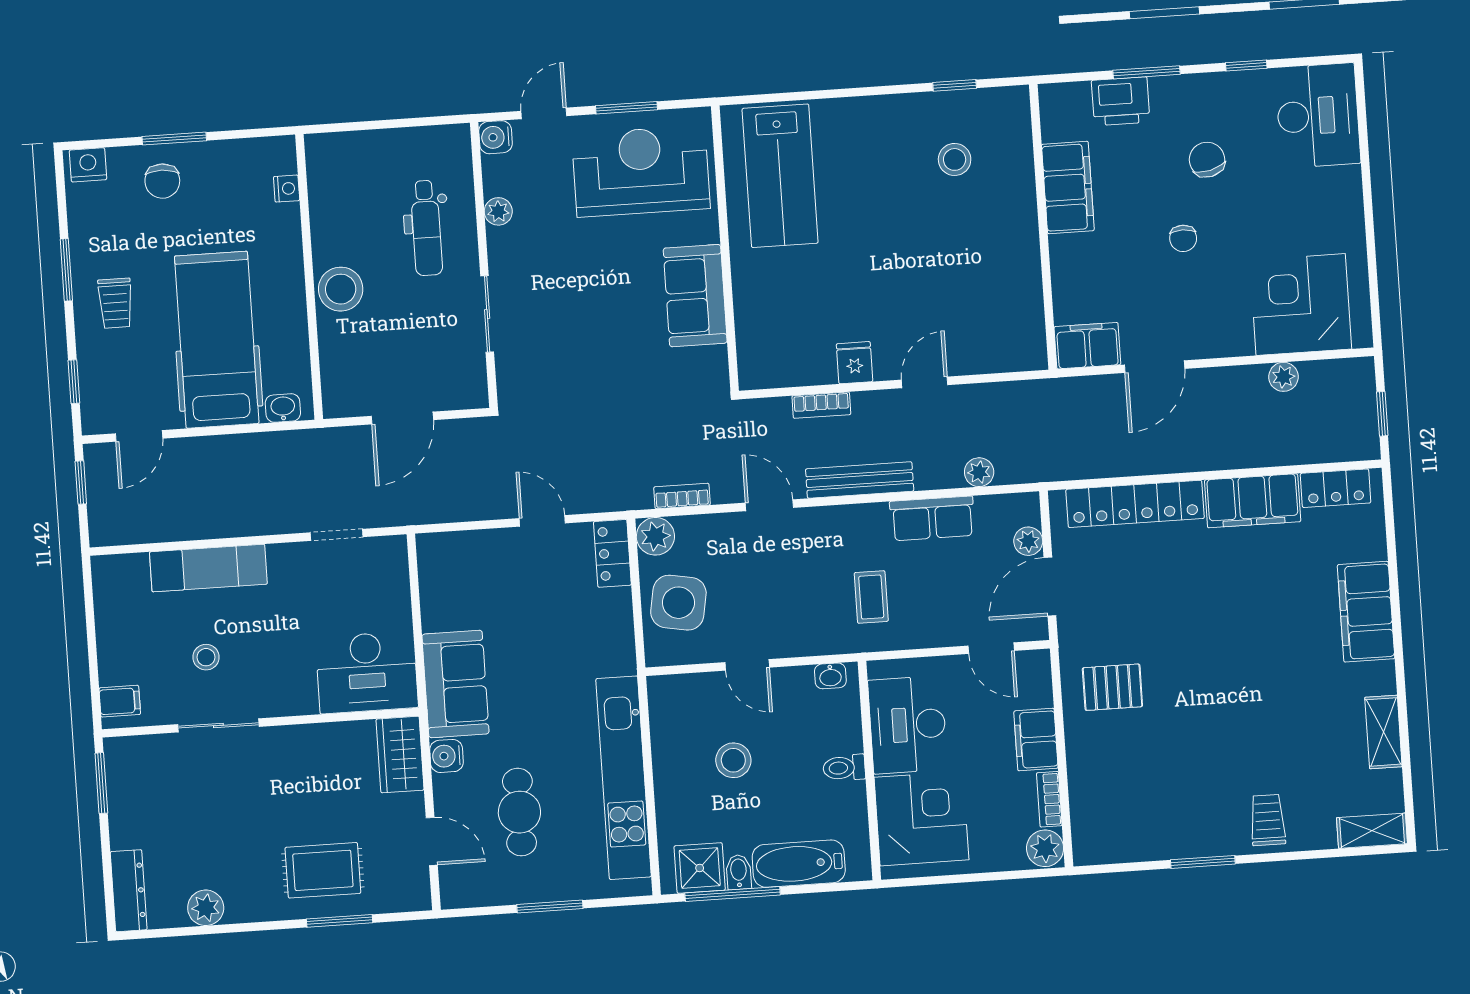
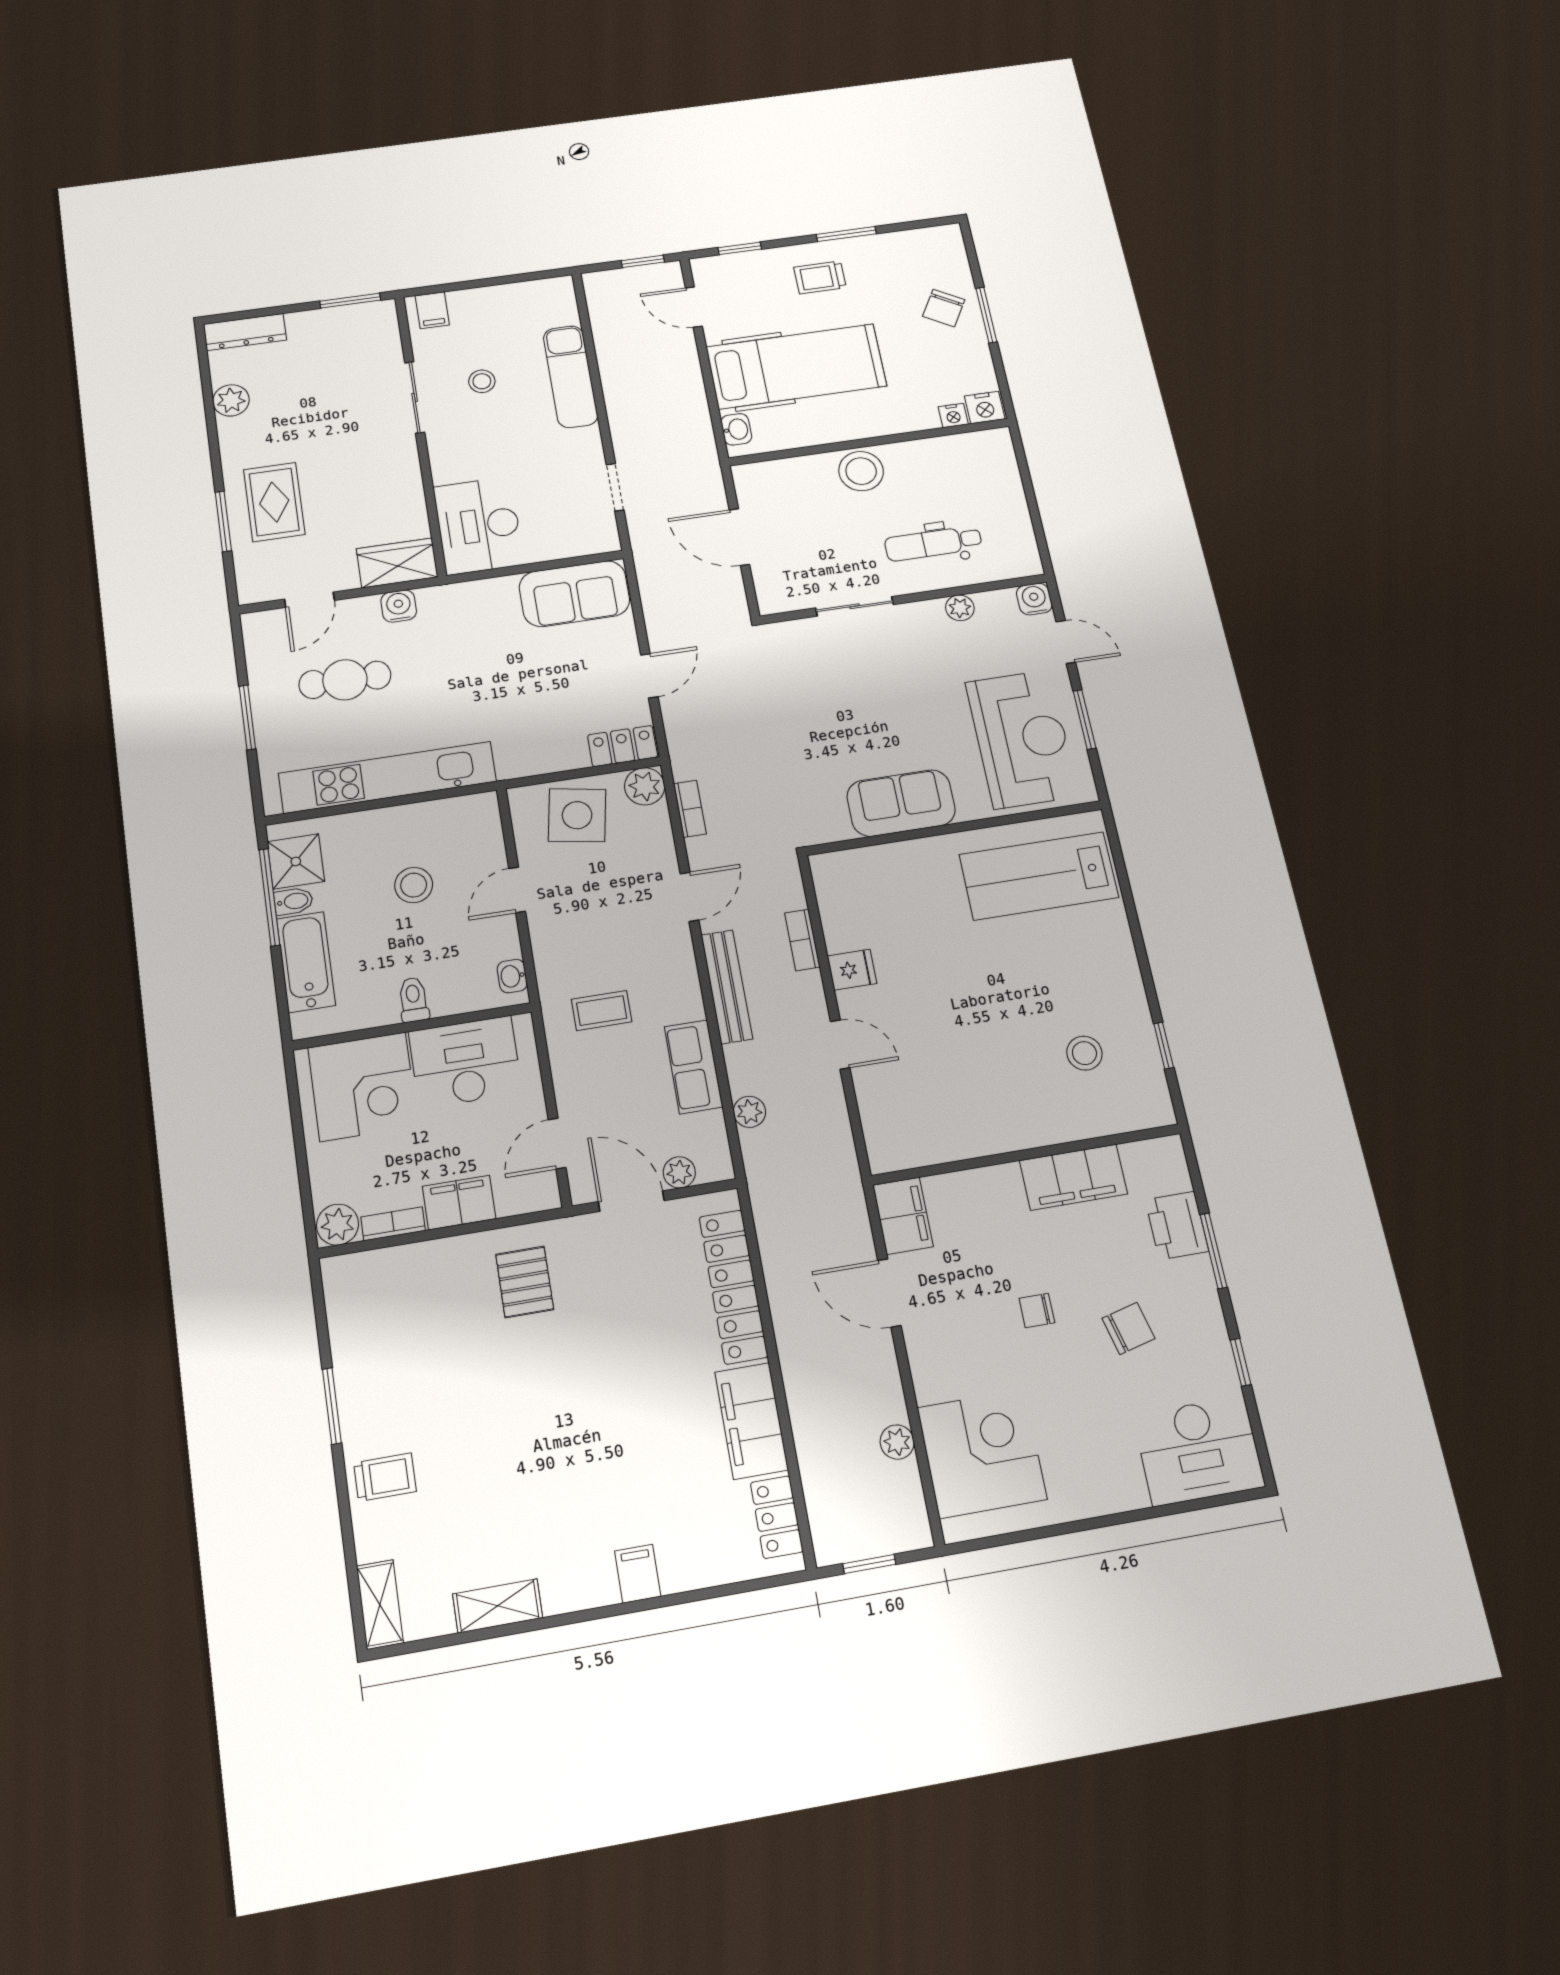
nightstand: (88, 165) -> (985, 407), moved, turned 90
chair: (162, 181) -> (944, 308), turned -62
filing cabinet: (1366, 612) -> (638, 1574), width x0.33, depth x0.86
sofa: (455, 684) -> (574, 594), moved

